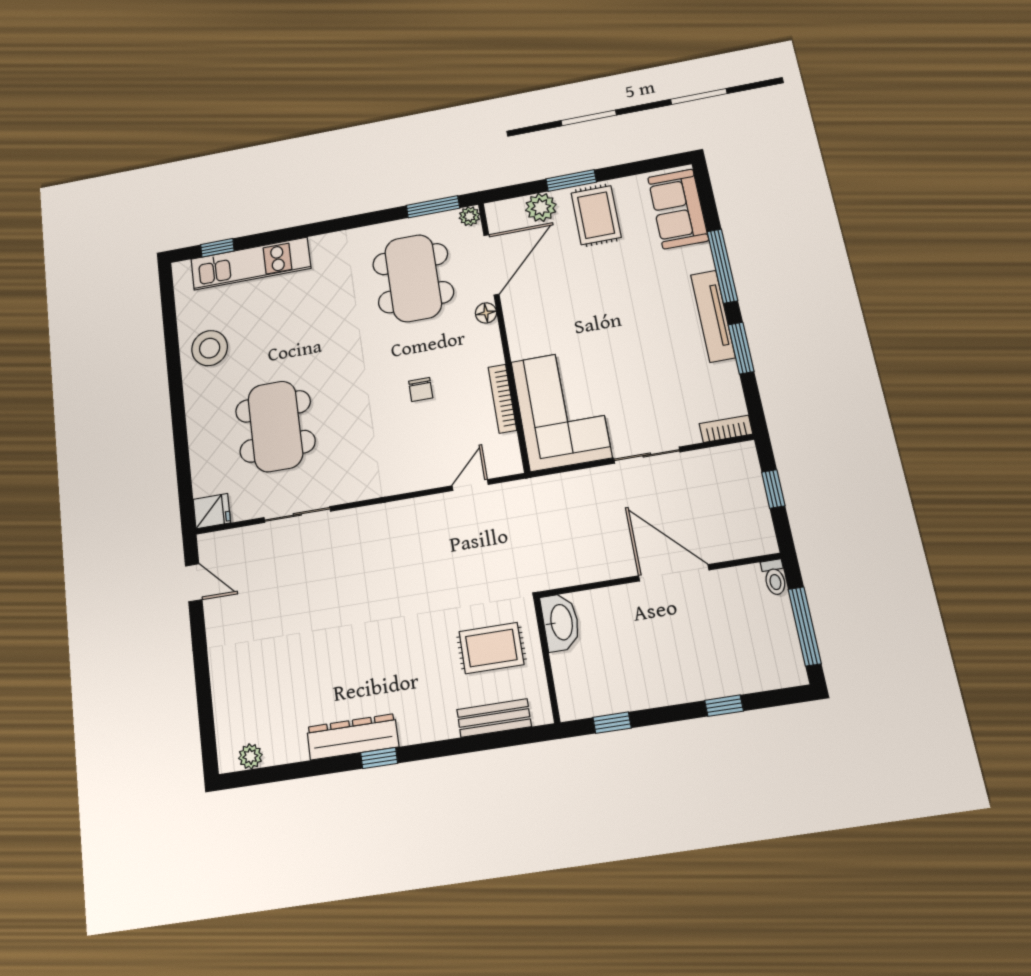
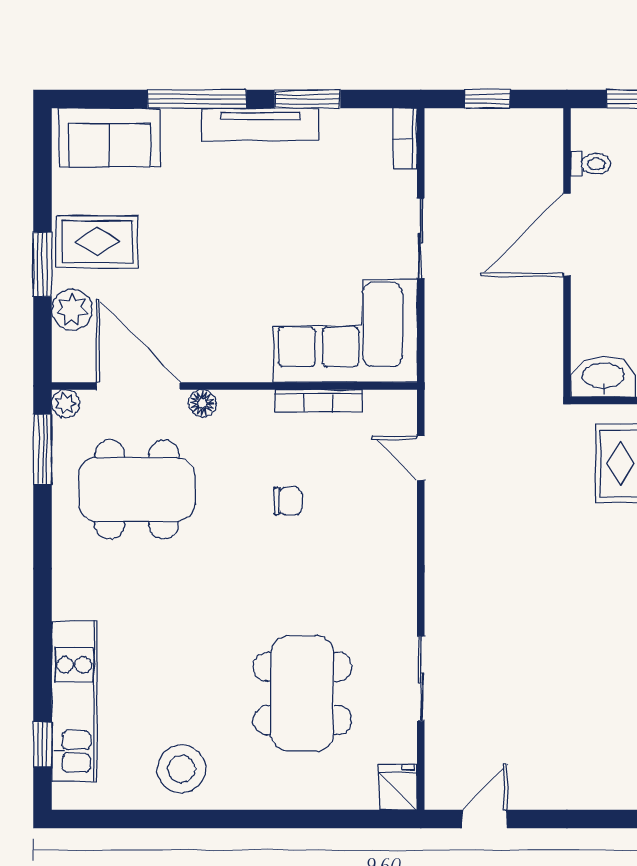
dining table: (275, 426) -> (302, 694), turned 90
toilet: (774, 577) -> (591, 164), moved

